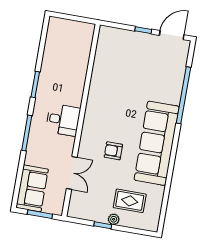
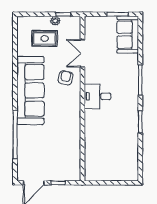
desk: (63, 120) -> (98, 96), moved
wall: (81, 120) -> (82, 99), moved
armchair: (113, 151) -> (66, 78), turned -78
double door: (72, 173) -> (82, 53), moved

